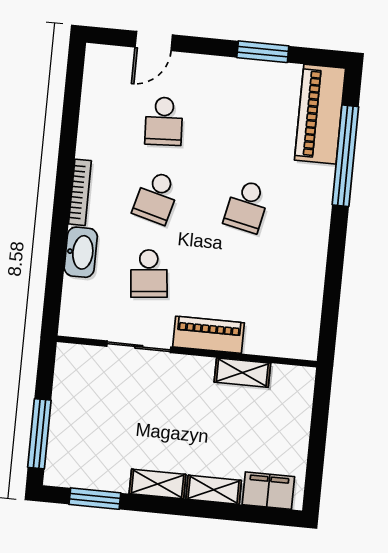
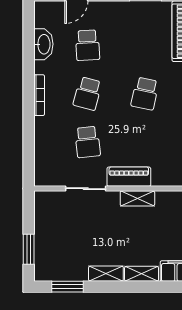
washbasin: (81, 252) -> (43, 44), moved
shelving: (242, 373) -> (137, 198), moved
window: (39, 434) -> (29, 249), width x0.69

